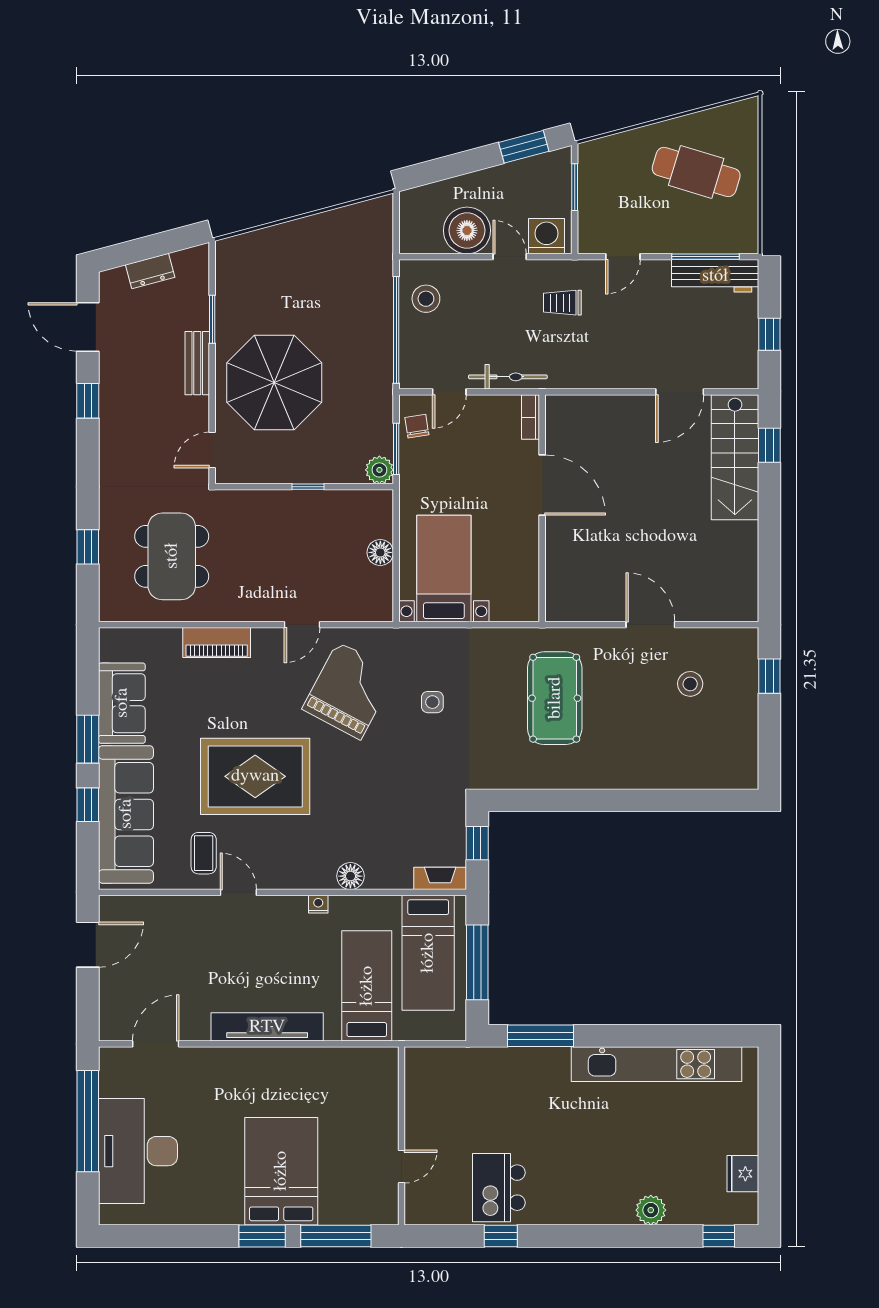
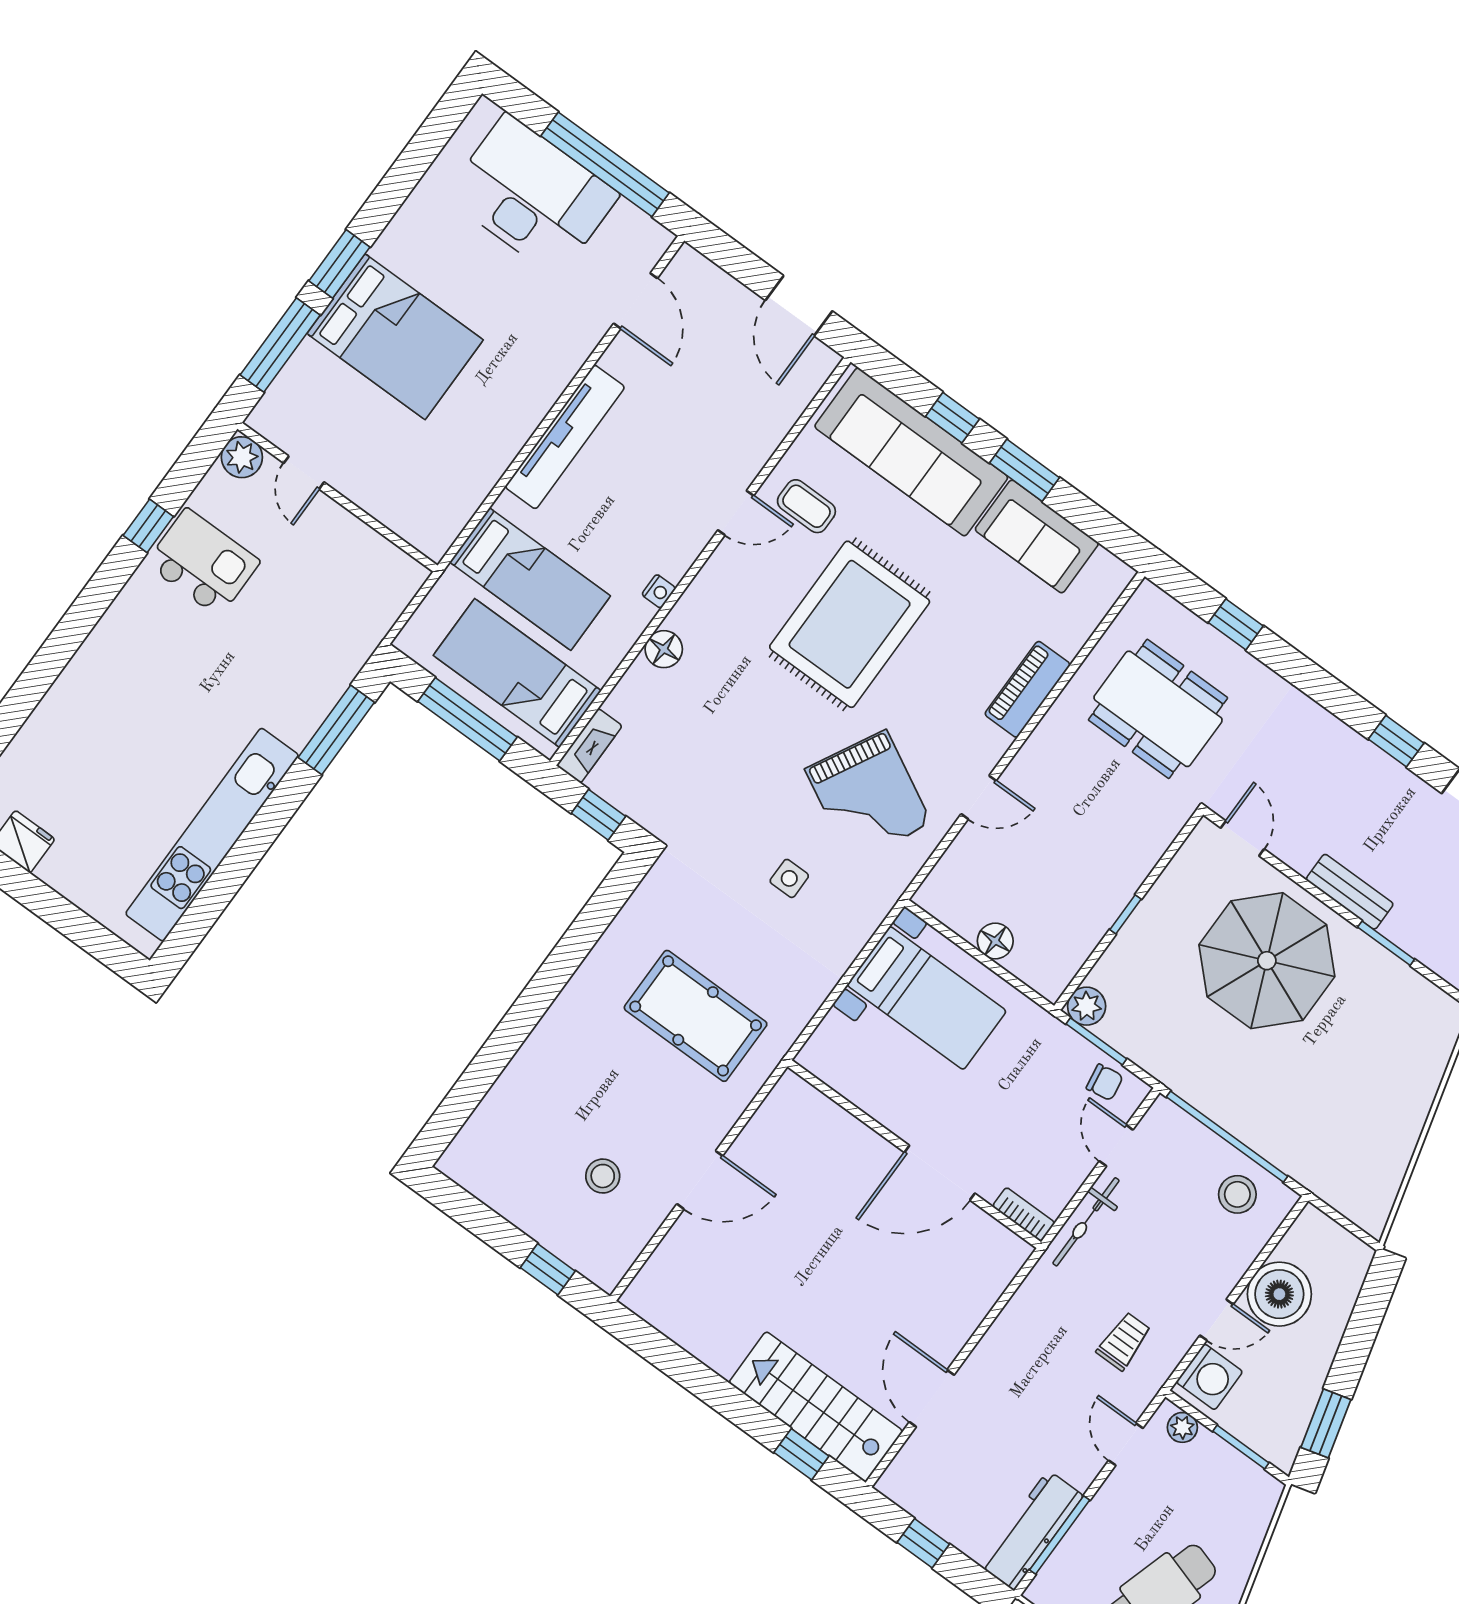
plant: (588, 230) -> (1182, 1427), added
door: (302, 625) -> (979, 797), swing flipped
plant: (651, 1210) -> (242, 457), moved

